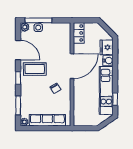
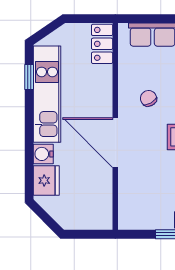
locker: (79, 33) -> (102, 44), moved
door: (72, 66) -> (115, 143), hinge flipped

